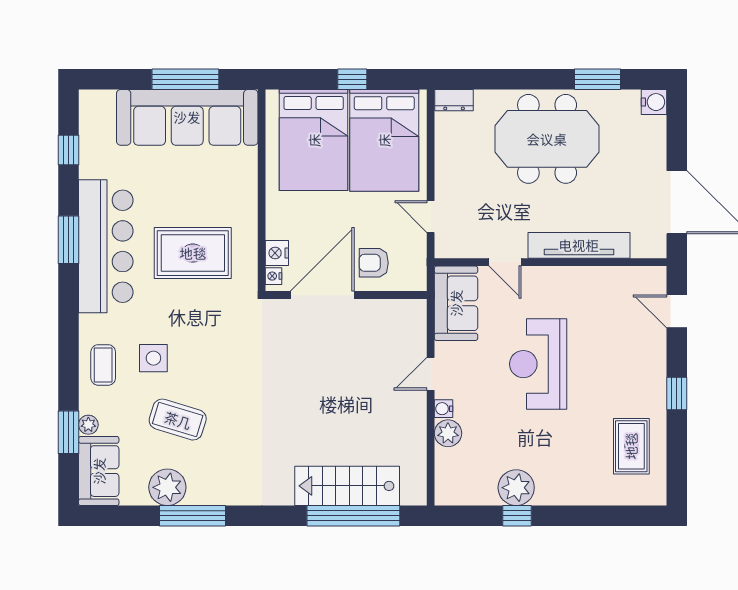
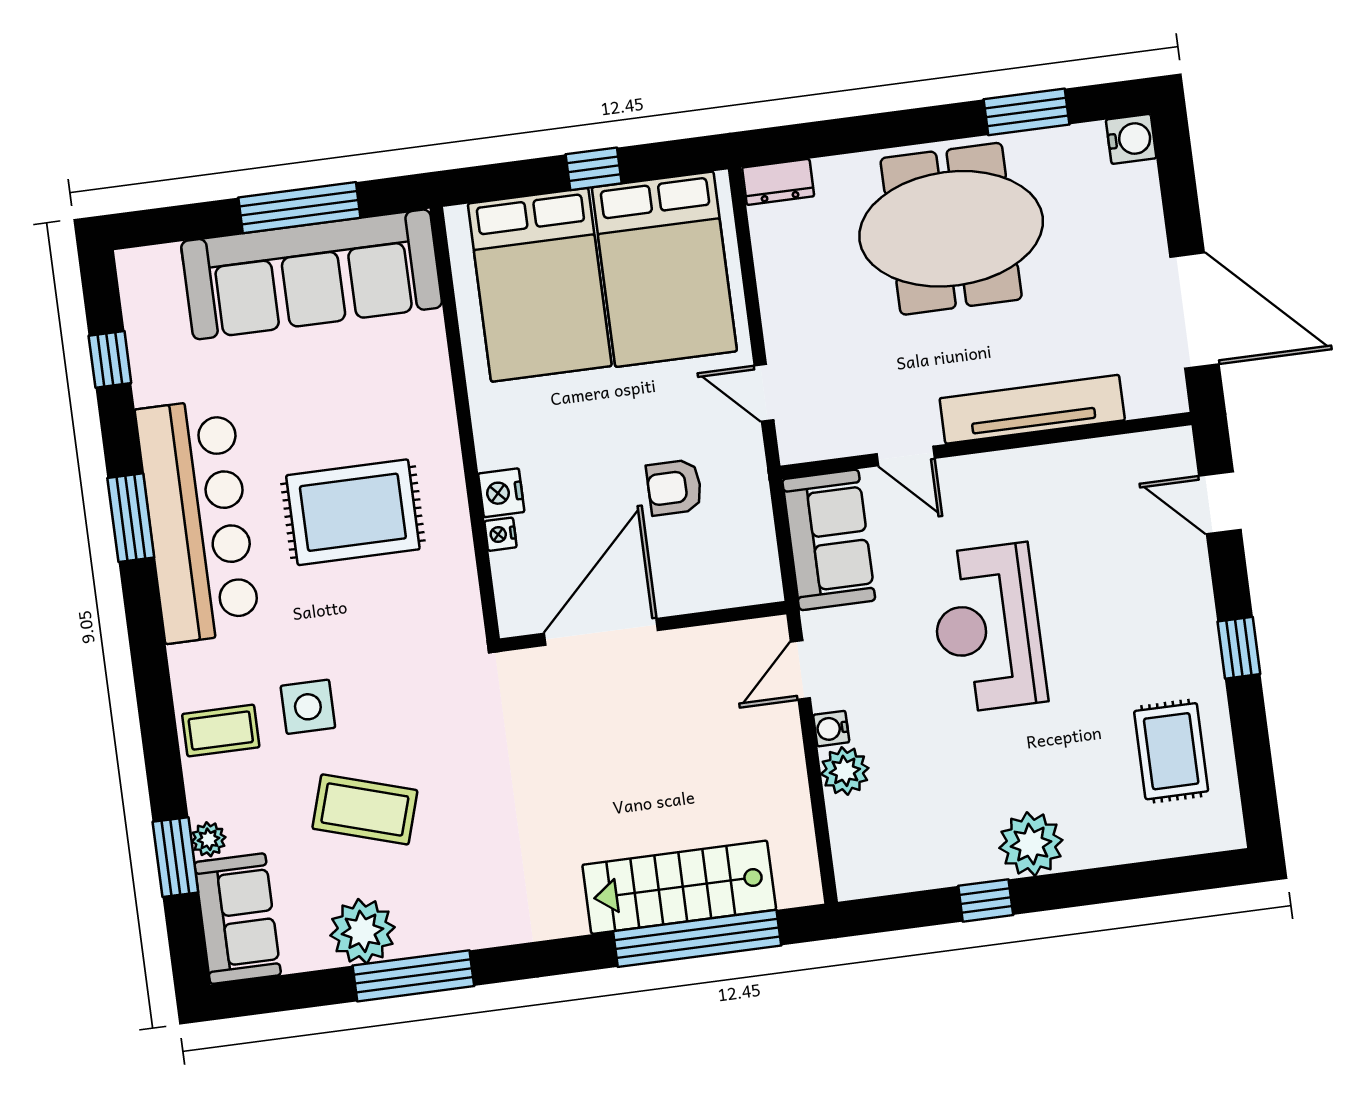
door: (322, 295) -> (601, 632), moved
wall: (346, 295) -> (643, 626), moved
coffee table: (103, 365) -> (221, 731), turned 90
plant: (516, 488) -> (1031, 844), moved

